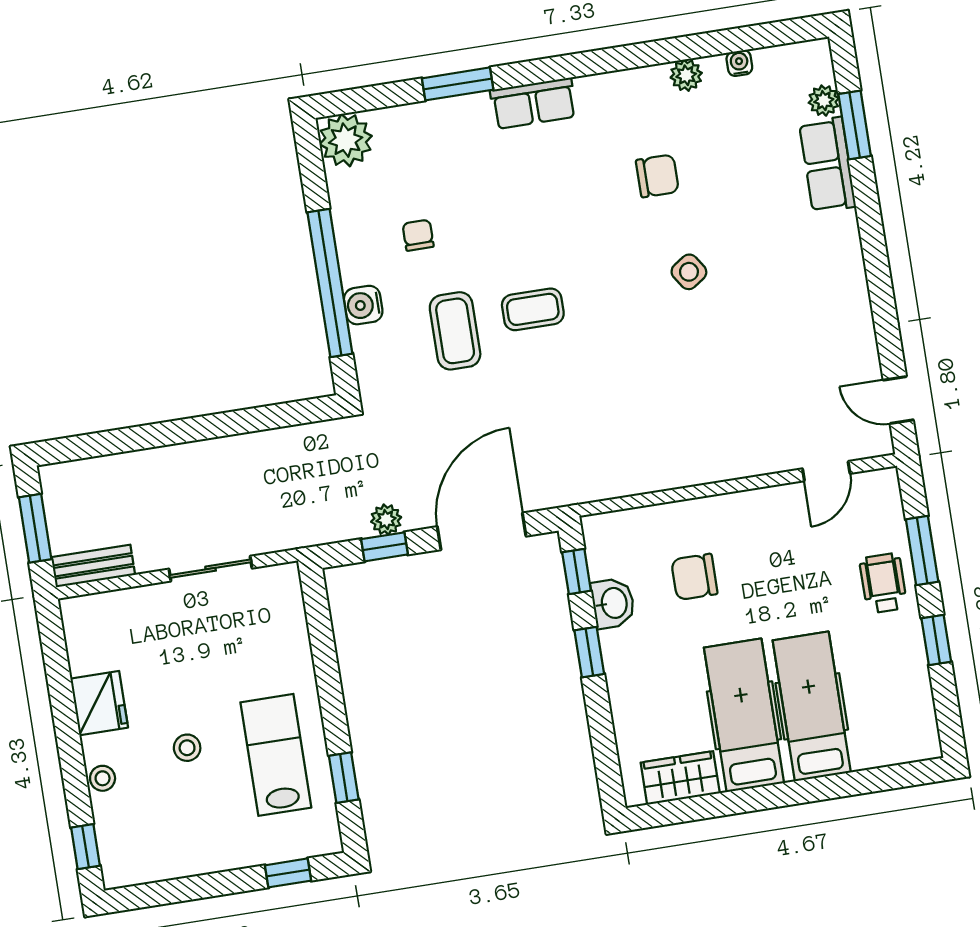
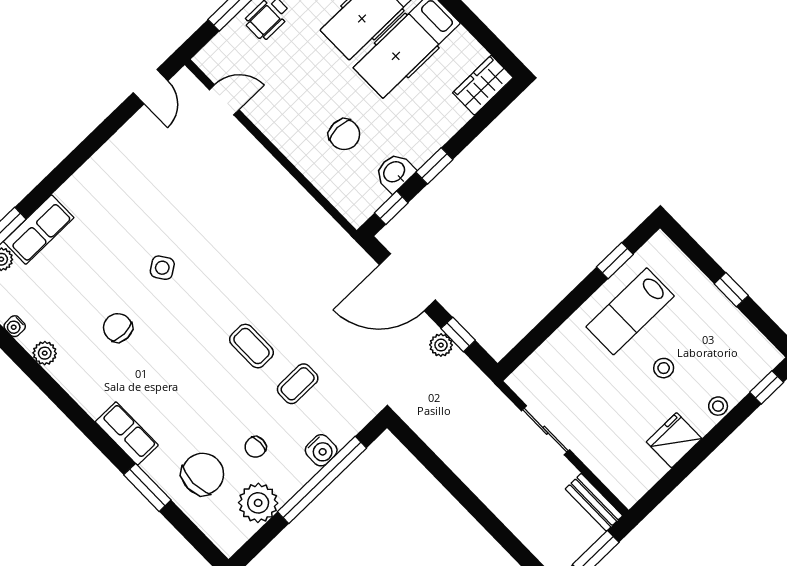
plant: (346, 140) -> (258, 503), moved
chair: (429, 156) -> (203, 474), added
coffee table: (455, 331) -> (298, 384), width x0.73, depth x0.77
wardrobe: (680, 778) -> (483, 85), moved, turned 90
window: (288, 873) -> (731, 290), moved

